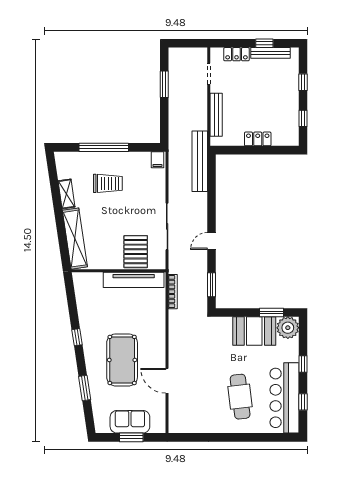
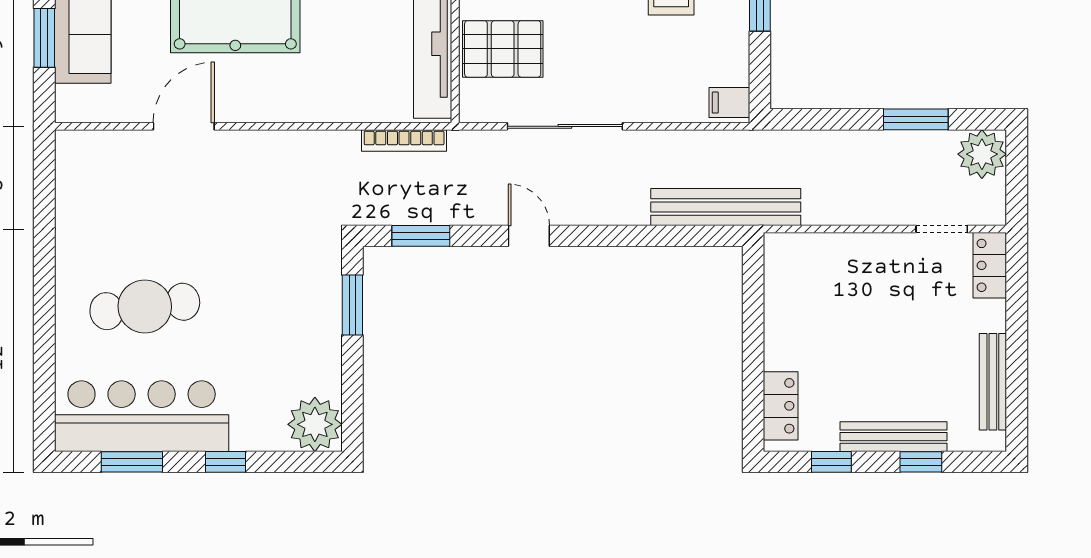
window: (264, 43) -> (1017, 366), removed
locker: (236, 54) -> (990, 265), moved
plant: (178, 57) -> (982, 154), added
bench: (216, 115) -> (894, 437), moved
locker: (258, 139) -> (781, 406), moved
window: (272, 312) -> (352, 305), moved
booth: (254, 331) -> (307, 342), removed
window: (303, 402) -> (132, 462), width x1.50

